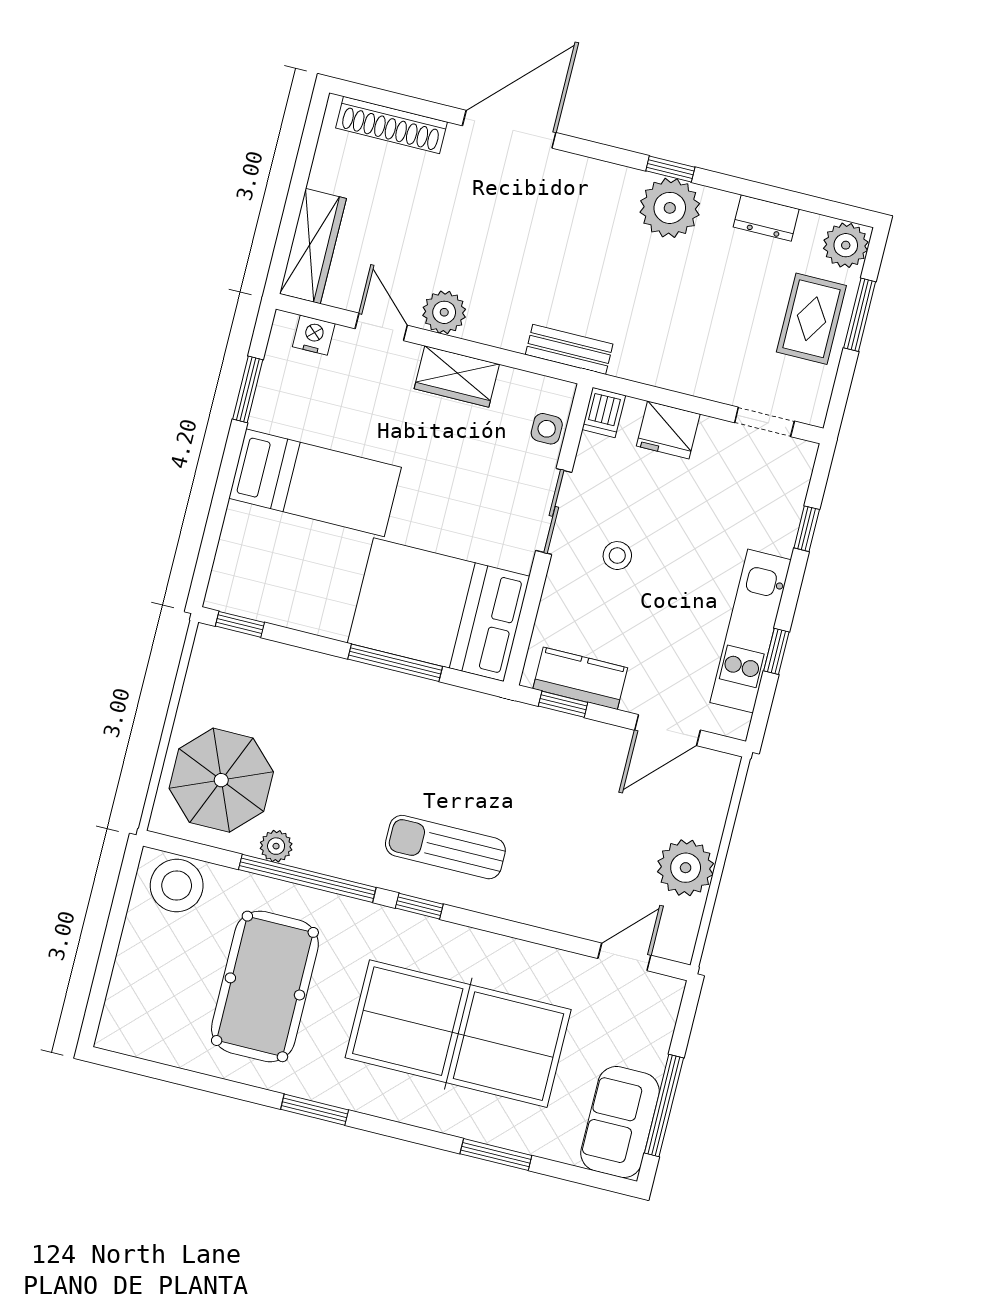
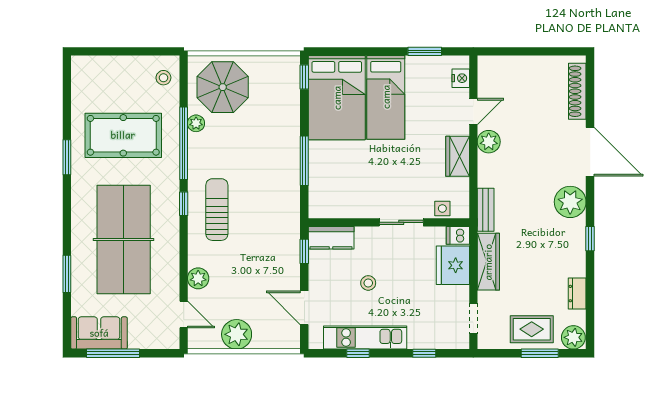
plant: (670, 208) -> (570, 202), moved
wardrobe: (313, 246) -> (488, 262), moved, turned -90
fridge: (668, 430) -> (453, 265), width x1.36, depth x1.34
stool: (617, 556) -> (368, 283), moved
bed: (439, 610) -> (337, 98), moved, turned 180
kitchen counter: (580, 678) -> (331, 238), moved, turned 90
stool: (177, 886) -> (163, 78), width x0.53, depth x0.53
plant: (564, 913) -> (198, 278), added
window: (315, 1110) -> (67, 157), moved

